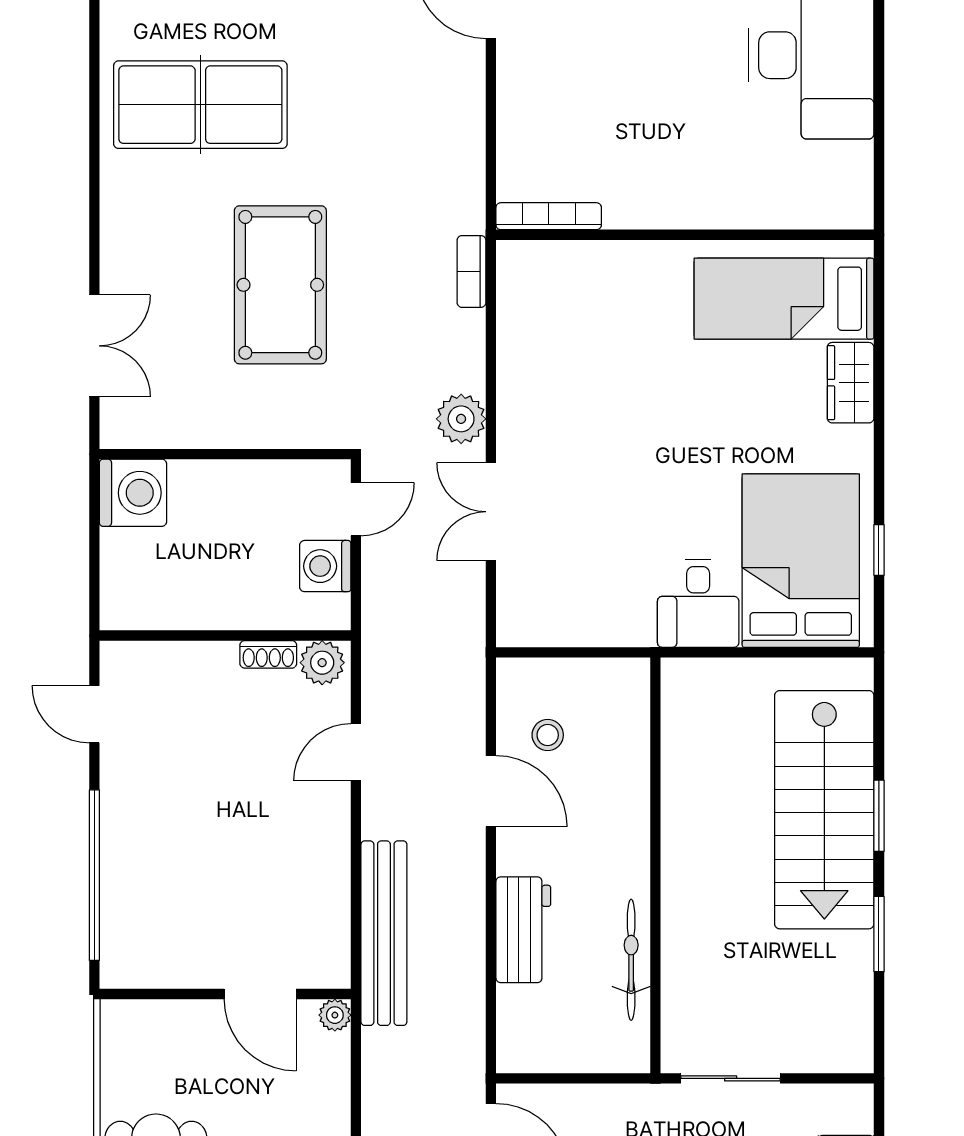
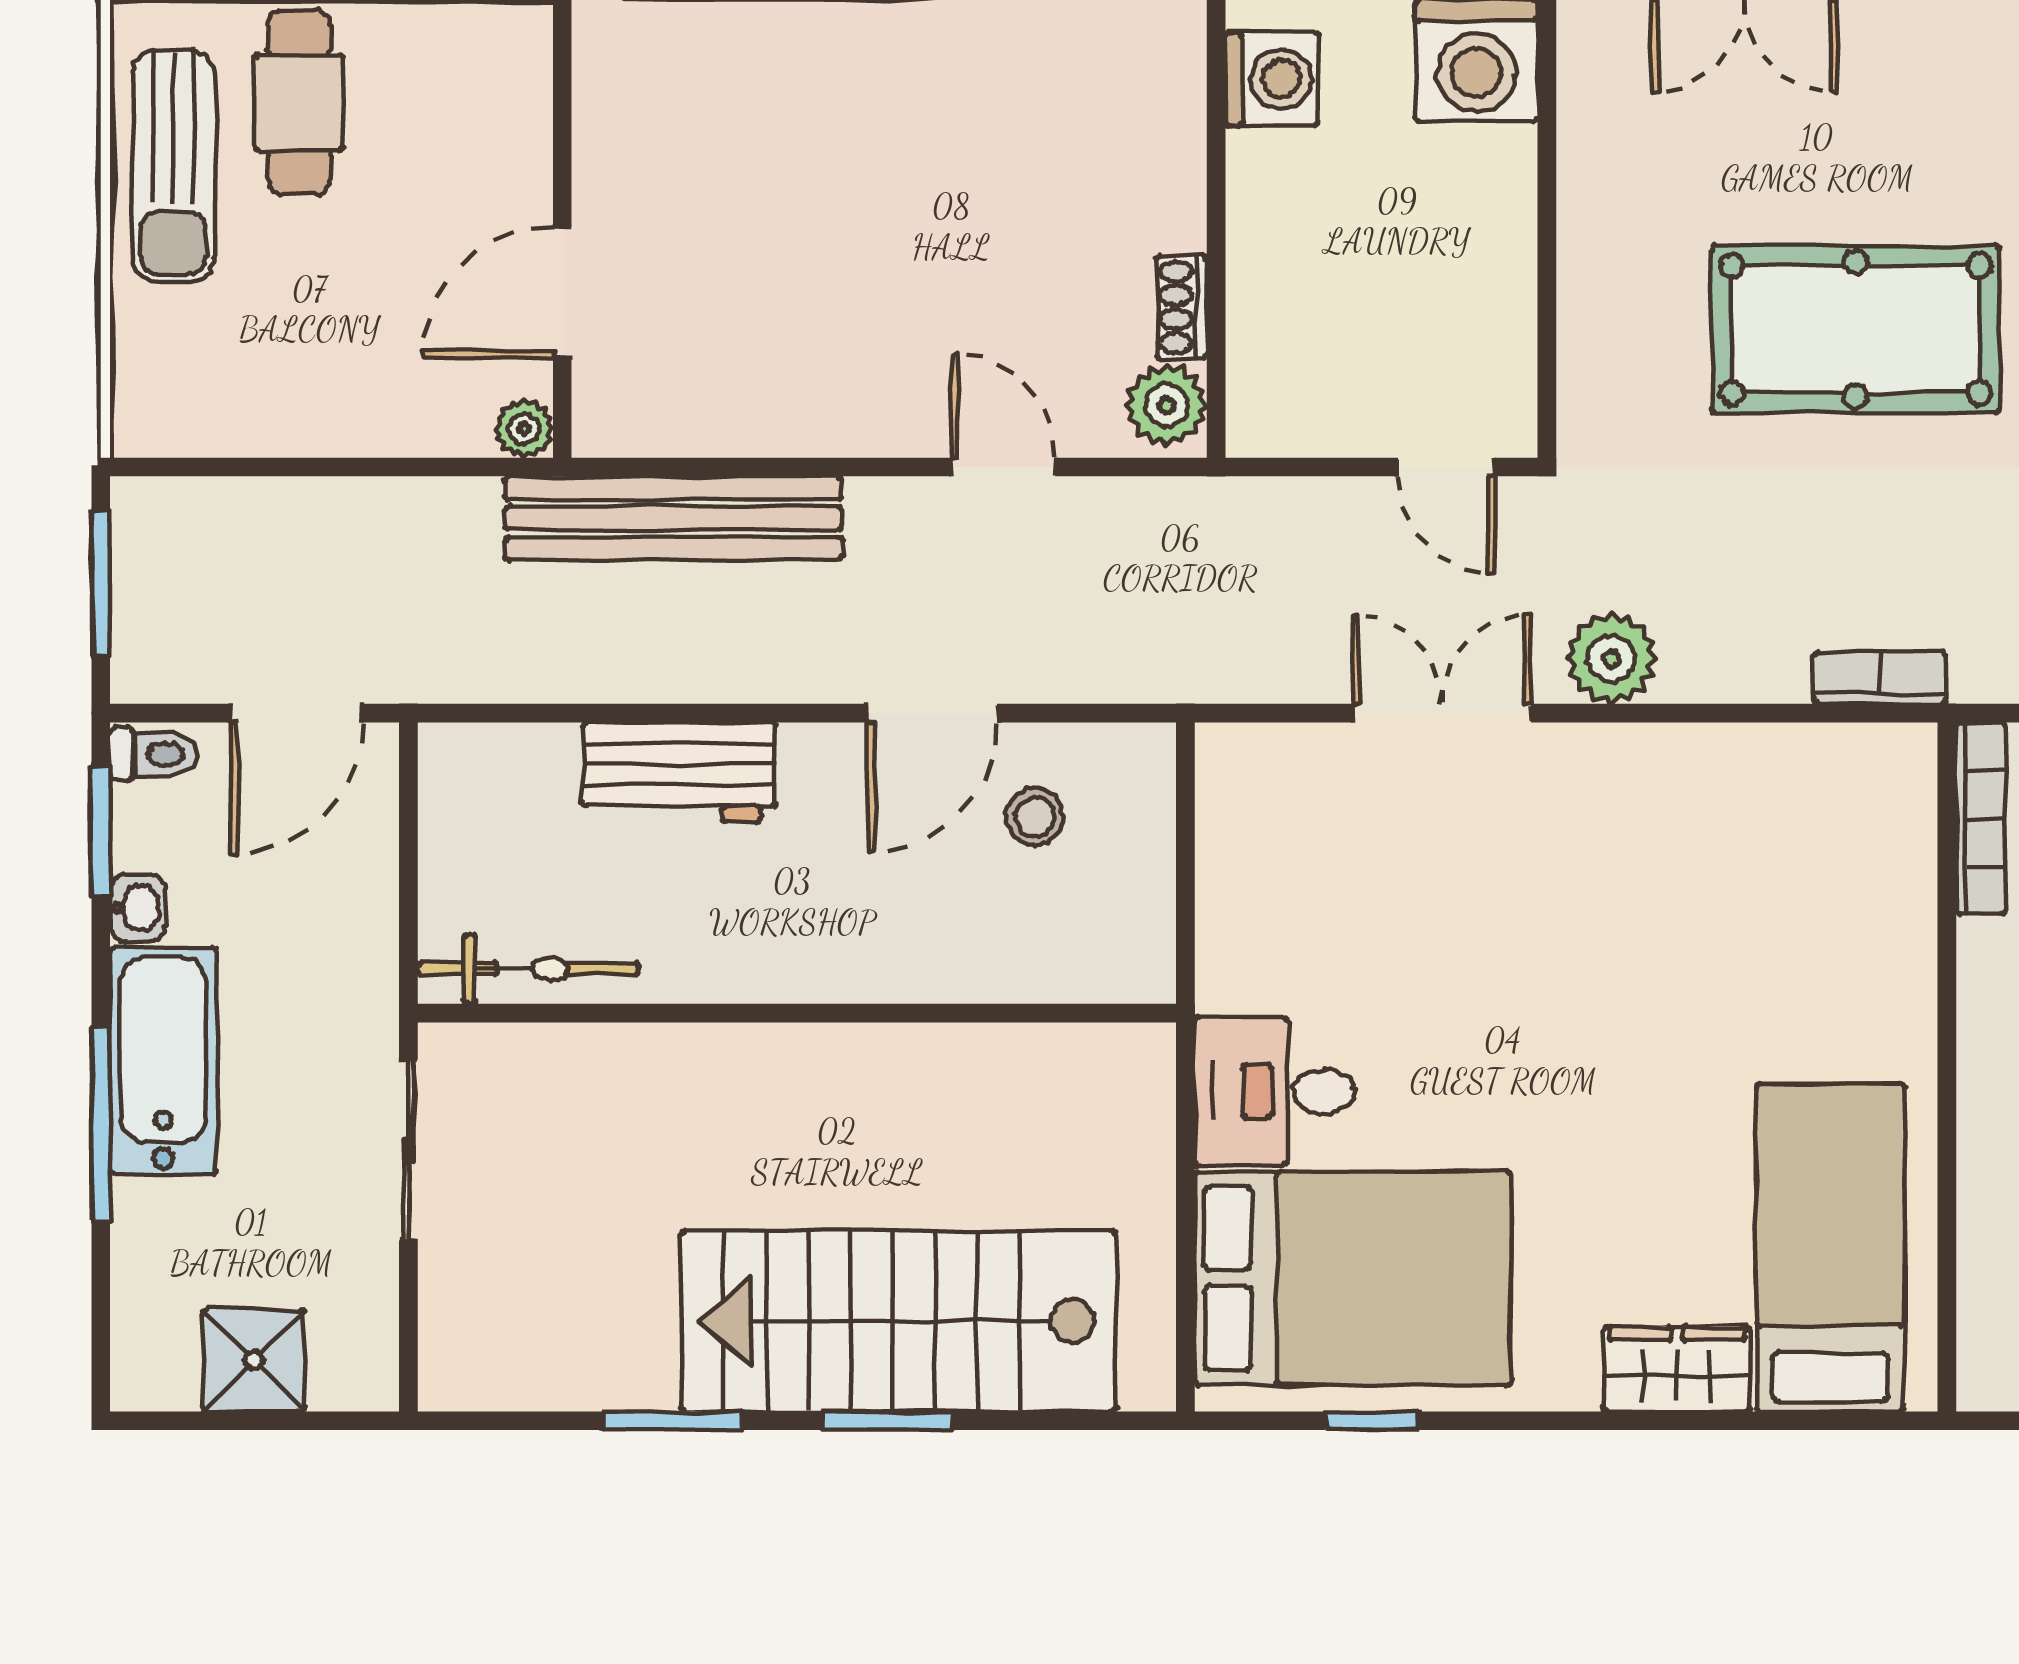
washing machine: (325, 566) -> (1272, 79), moved, turned 90
bicycle: (631, 960) -> (528, 969), moved

